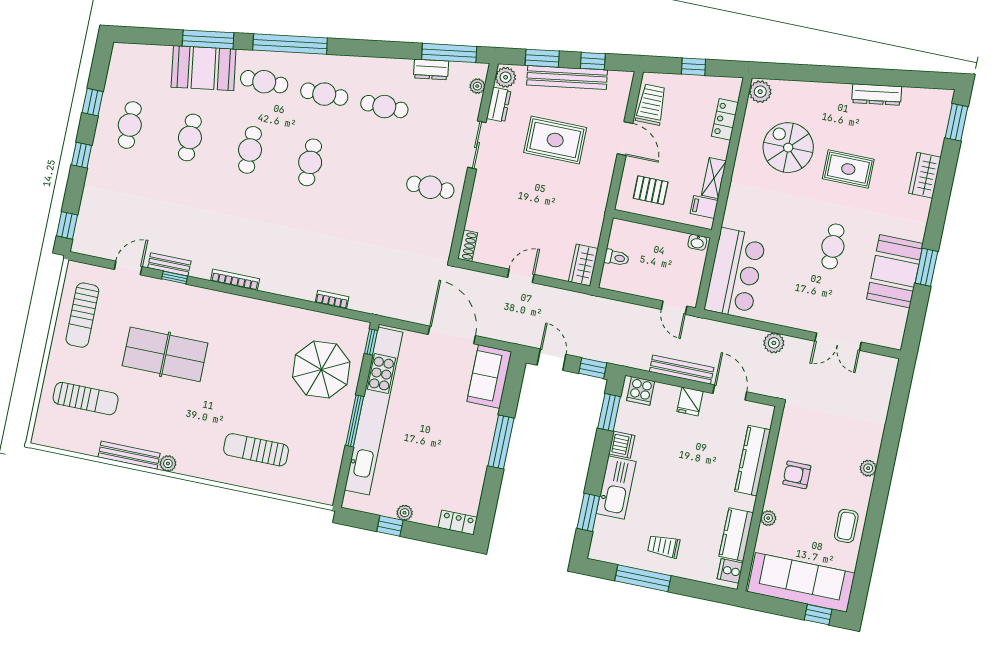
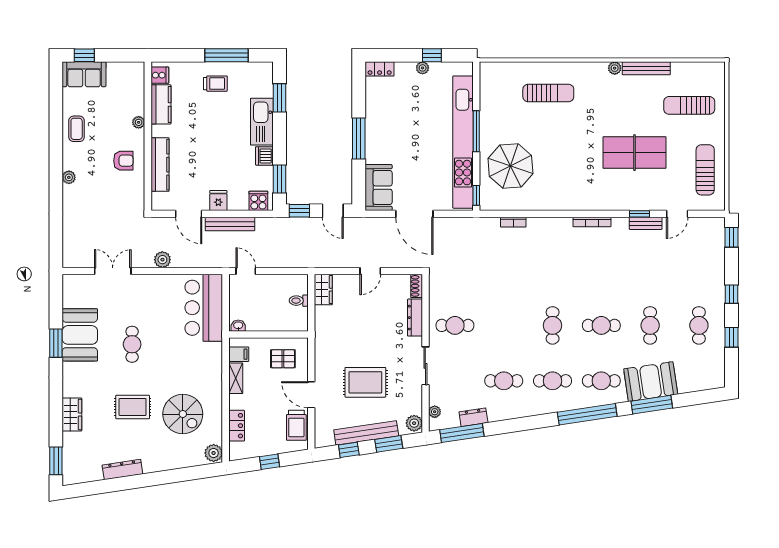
dresser: (499, 105) -> (415, 318), moved, width x1.44
cafe table: (250, 150) -> (601, 325), turned 90
sofa: (801, 582) -> (84, 74), width x0.54, depth x0.79

